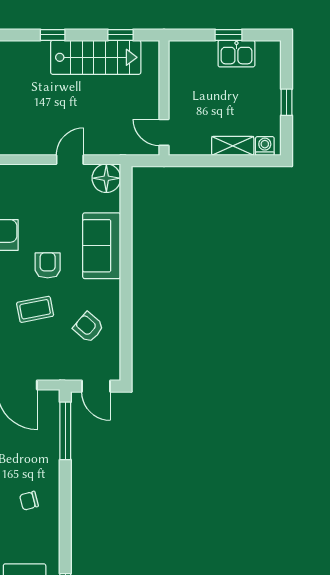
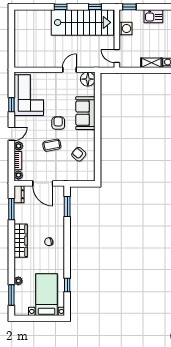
window: (229, 35) -> (129, 7), moved
stairs: (96, 57) -> (82, 22), width x1.36, depth x1.51
washing machine: (181, 78) -> (125, 29), added
door: (96, 386) -> (83, 184), removed
window: (65, 431) -> (67, 207), width x0.69

